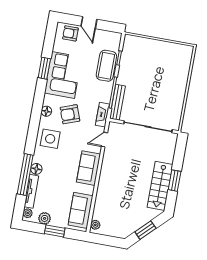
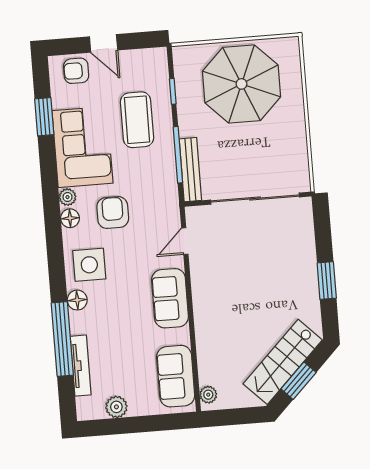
parasol: (157, 64) -> (241, 84), added
coffee table: (106, 66) -> (137, 120), moved
window: (44, 68) -> (44, 117), moved
armchair: (70, 114) -> (113, 213), turned 110
fireplace: (102, 115) -> (170, 198), removed
floor lamp: (36, 169) -> (77, 300), moved
stairs: (160, 186) -> (283, 362), moved, turned 45
plant: (28, 213) -> (68, 197), moved
window: (55, 231) -> (140, 424), removed

